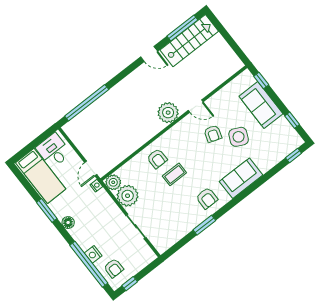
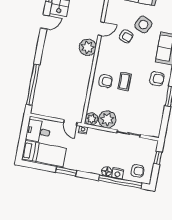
floor lamp: (68, 223) -> (107, 171), moved
window: (130, 284) -> (158, 158), moved

